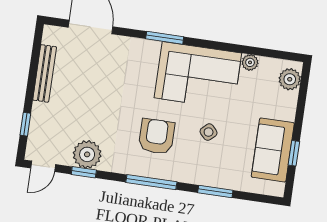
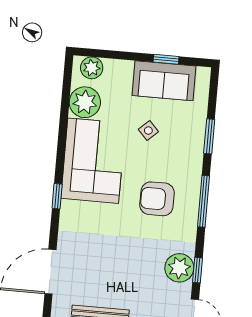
window: (165, 38) -> (57, 196), width x0.67
plant: (250, 62) -> (85, 102), width x1.88, depth x1.88
side table: (209, 132) -> (148, 130), moved

